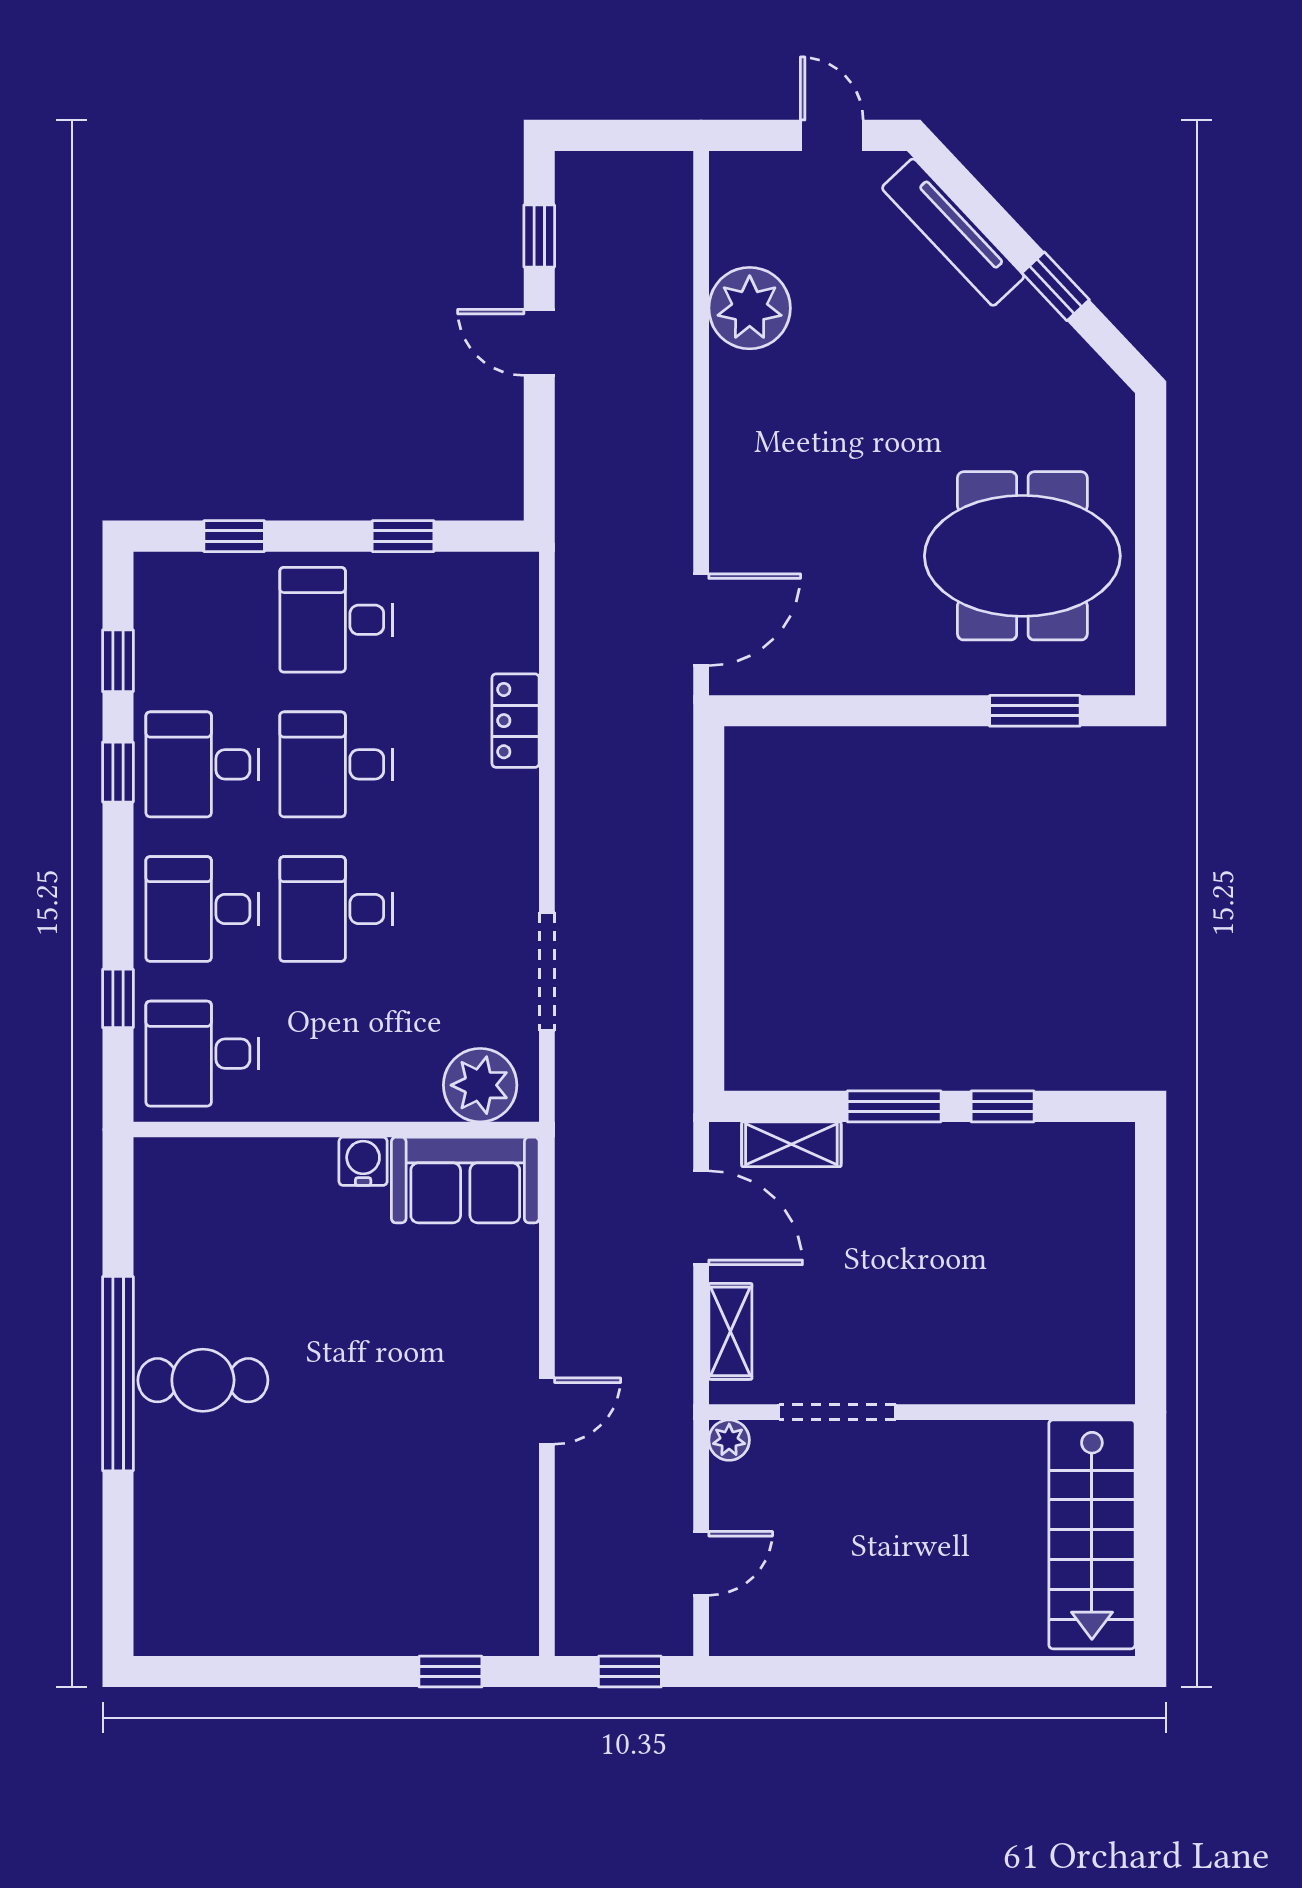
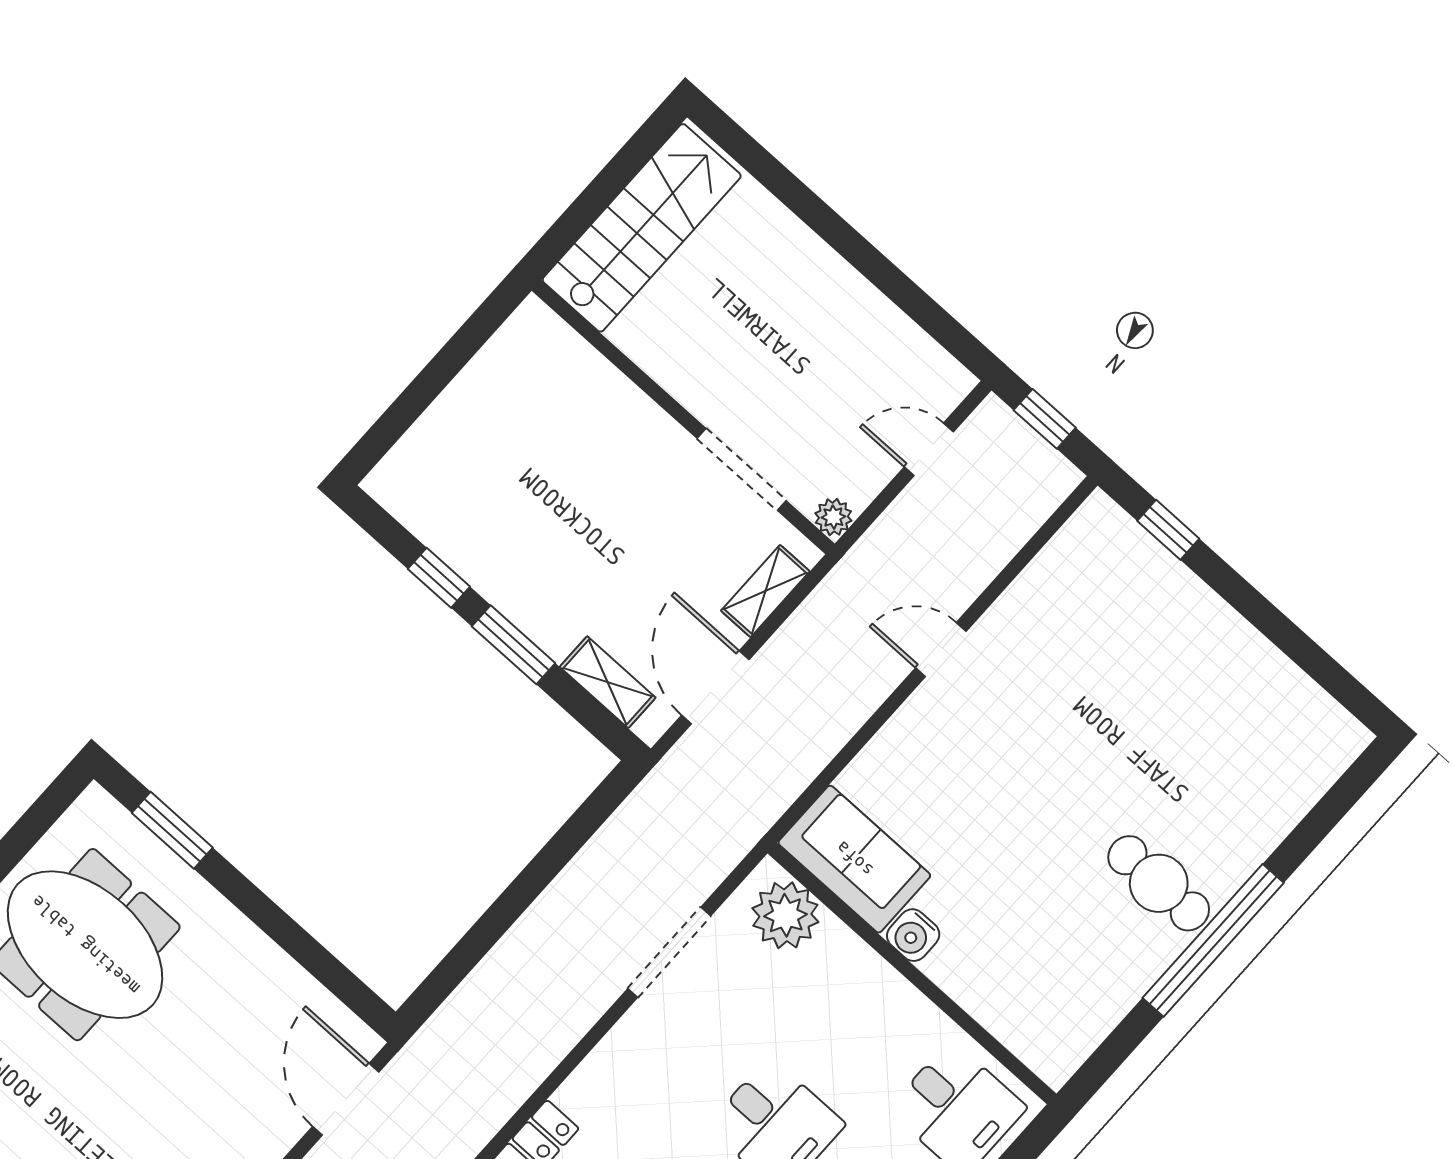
door: (701, 620) -> (346, 1099), hinge flipped

